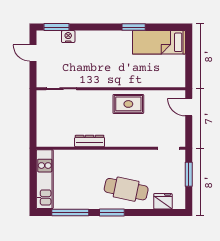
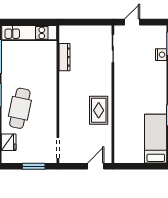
door: (33, 53) -> (132, 22), moved
dresser: (90, 141) -> (64, 57), moved

